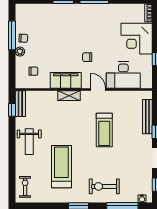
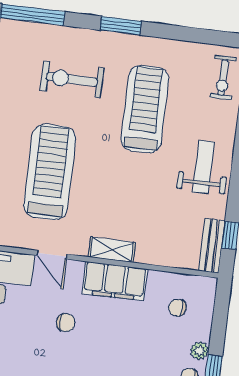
treadmill: (104, 130) -> (50, 172), width x1.37, depth x1.38
treadmill: (61, 167) -> (145, 109), turned 180
exercise bike: (104, 186) -> (72, 79), moved, turned 180

